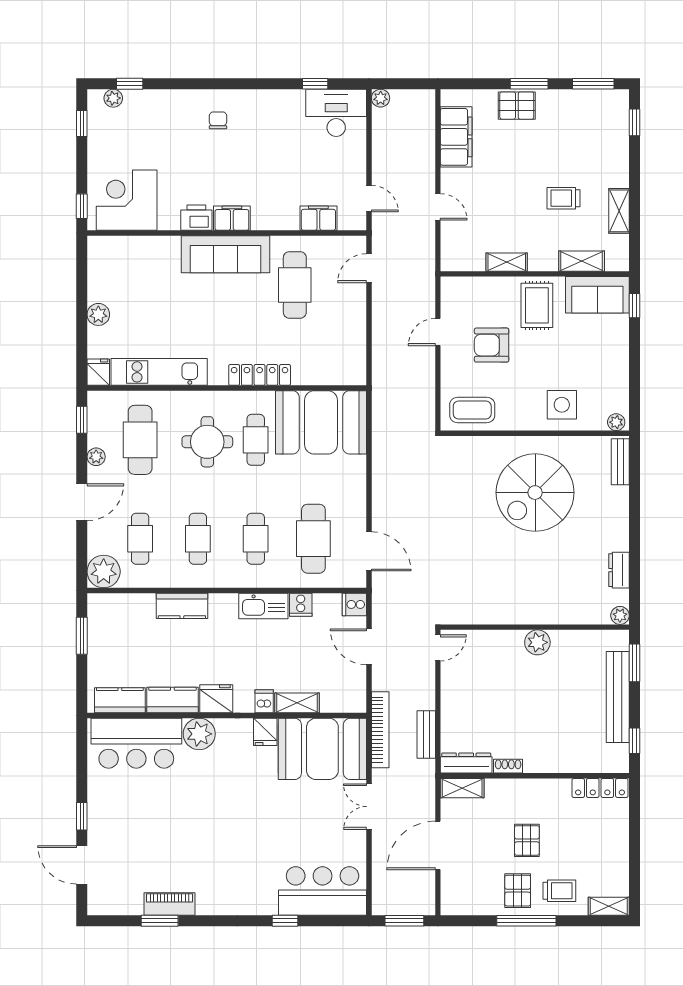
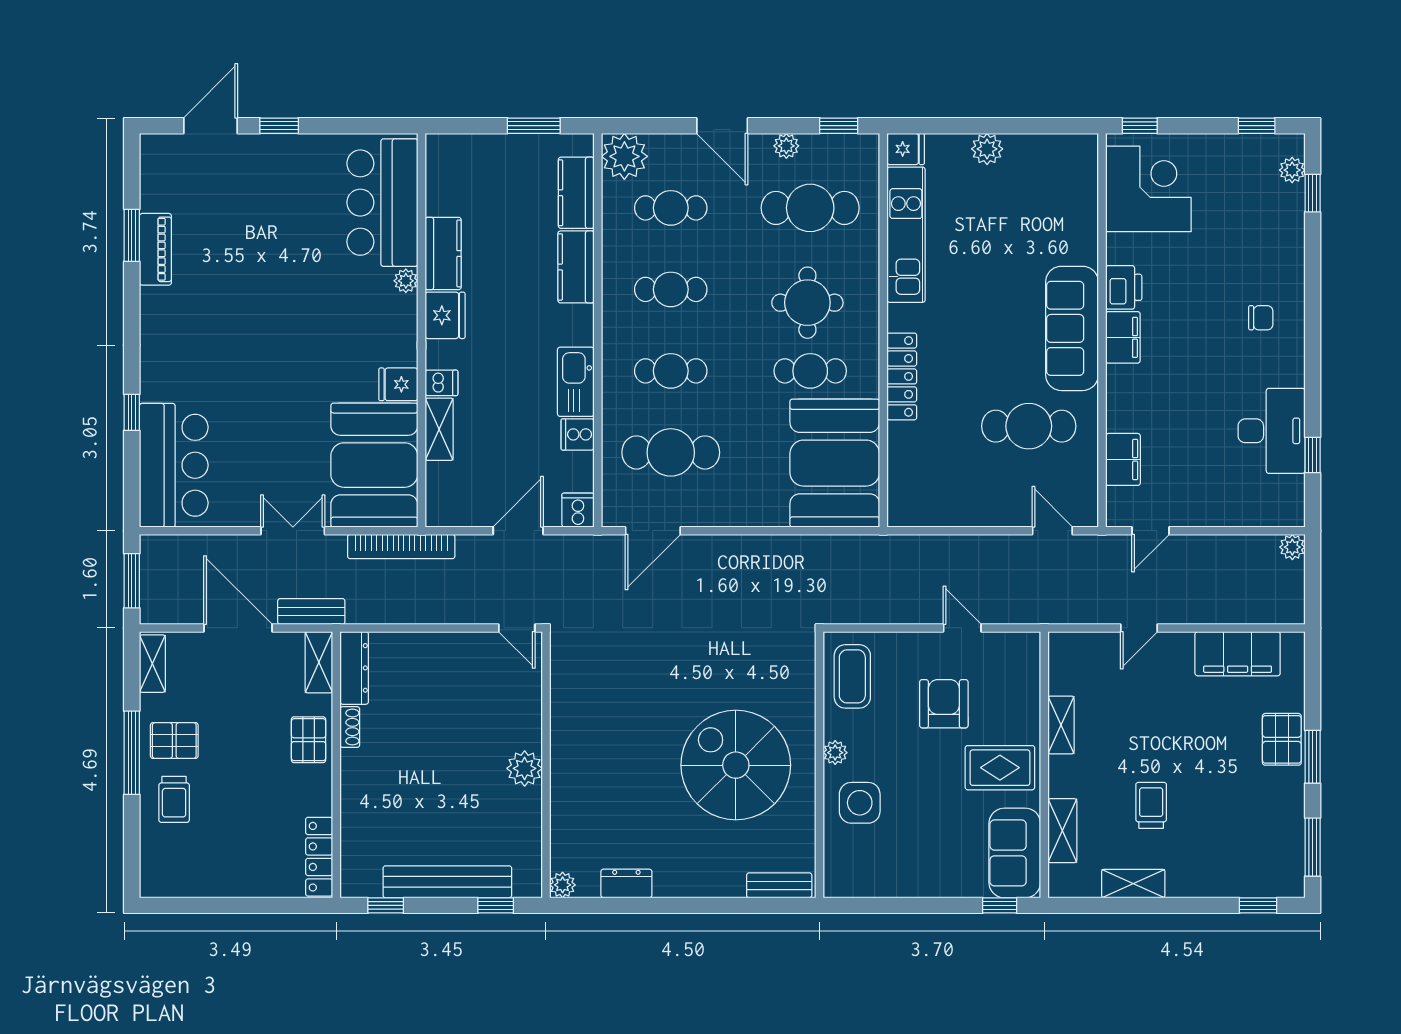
desk: (336, 113) -> (1272, 431), moved
plant: (616, 422) -> (835, 753), moved
window: (634, 663) -> (496, 905), width x0.67
kitchen counter: (120, 700) -> (576, 193), moved, turned 180
plant: (199, 734) -> (406, 281), width x0.53, depth x0.53
bench: (426, 734) -> (311, 611), moved
pallet: (527, 840) -> (309, 740), moved, turned 90
shelving: (609, 906) -> (152, 664), moved

